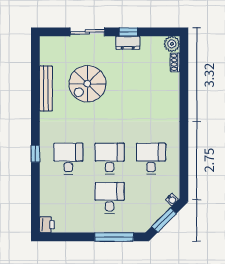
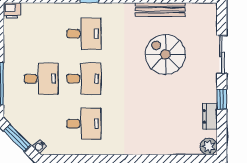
dresser: (128, 43) -> (210, 116), moved
shoe rack: (175, 62) -> (189, 150), removed

